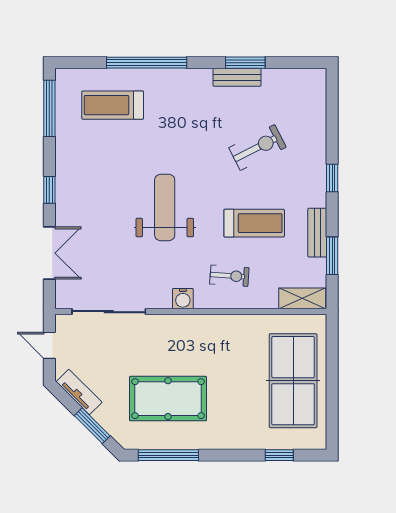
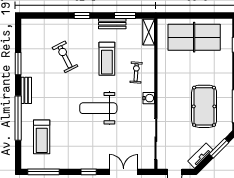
bench: (237, 77) -> (26, 90), moved
treadmill: (254, 223) -> (107, 59), turned 180

